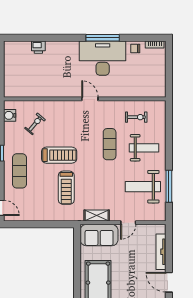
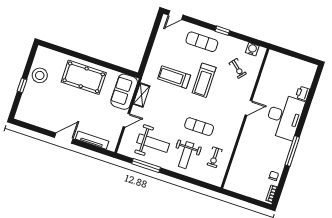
desk: (103, 58) -> (284, 117), moved
door: (90, 99) -> (248, 108), moved
weight bench: (143, 187) -> (153, 143), turned 90
door: (128, 223) -> (126, 120), swing flipped

